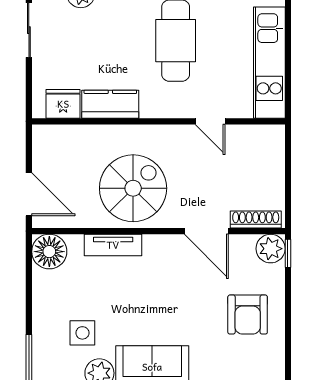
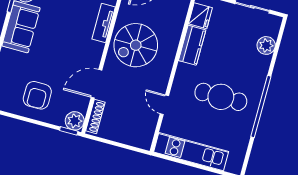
door: (210, 121) -> (164, 105), hinge flipped
spiral stairs: (133, 188) -> (136, 45), turned 90
armchair: (248, 315) -> (37, 95), turned -90

